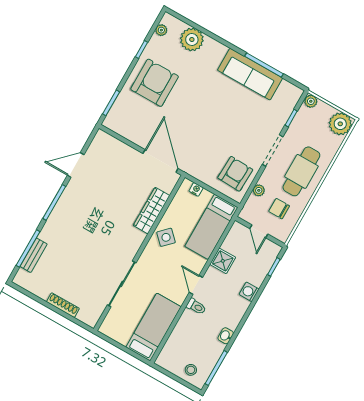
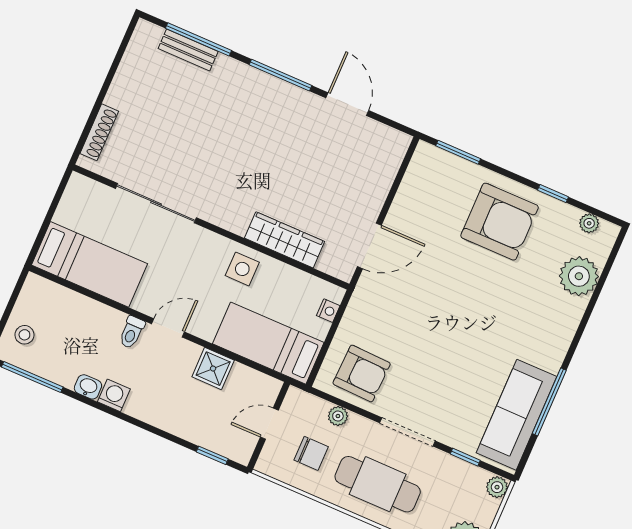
sofa: (250, 74) -> (516, 415), moved
door: (161, 161) -> (369, 246), width x0.73
chair: (279, 209) -> (311, 453), turned 90
side table: (166, 237) -> (242, 269), turned 45
washing machine: (249, 292) -> (114, 395), moved
shoe rack: (63, 305) -> (99, 132), moved

